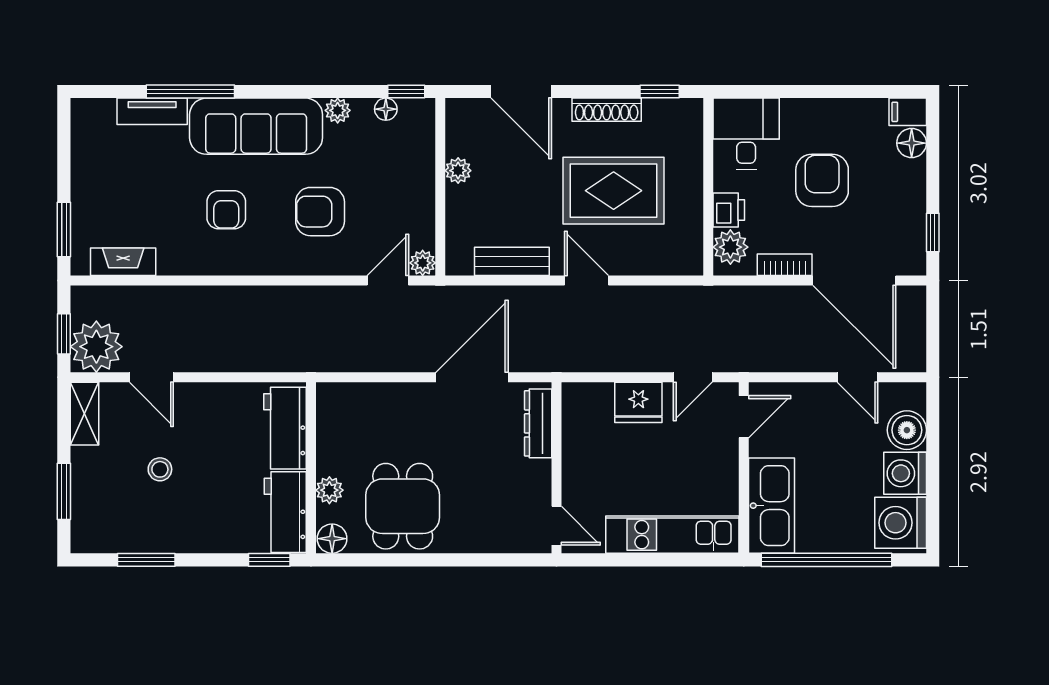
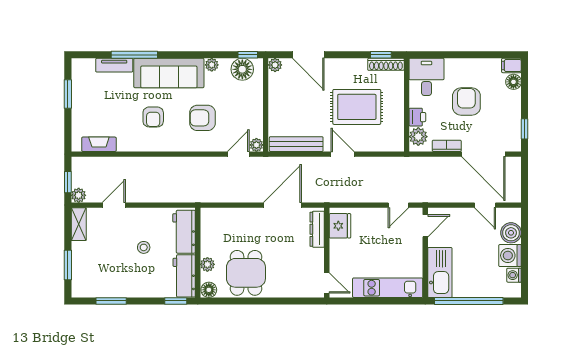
floor lamp: (386, 109) -> (242, 69), width x1.89, depth x1.89
shoe rack: (607, 110) -> (386, 64), moved
plant: (458, 171) -> (275, 65), moved
window: (64, 230) -> (68, 94), moved
bench: (512, 261) -> (296, 144), width x1.36
plant: (96, 347) -> (79, 195), width x0.53, depth x0.53
door: (151, 377) -> (114, 205), swing flipped
fridge: (638, 402) -> (340, 226), moved, turned -90
stool: (160, 469) -> (144, 247), moved
washing machine: (901, 523) -> (514, 275), width x0.53, depth x0.53

